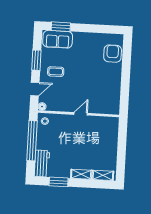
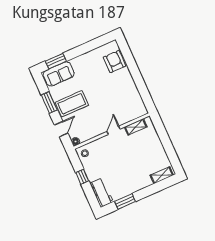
coffee table: (56, 72) -> (72, 104), width x1.86, depth x1.72
window: (32, 141) -> (82, 177), width x0.32
shelving: (81, 174) -> (136, 127), moved

